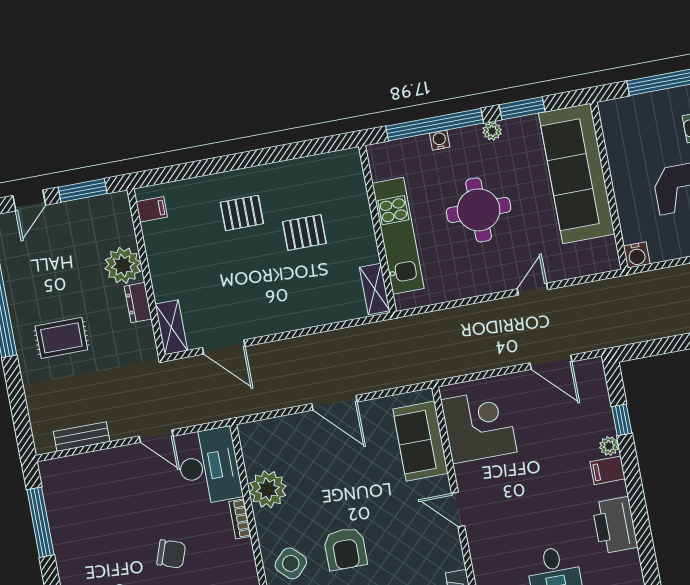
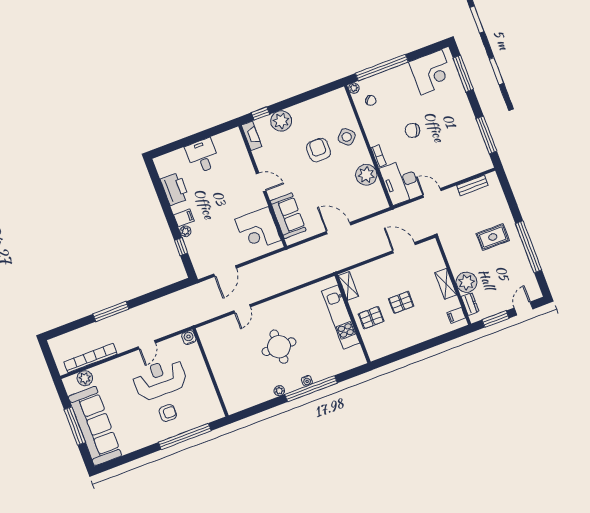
window: (522, 108) -> (265, 406), removed
sofa: (577, 173) -> (229, 376), removed
pallet: (242, 213) -> (401, 302), moved
wall: (378, 229) -> (353, 319), moved
kitchen unit: (398, 236) -> (341, 317), moved
shelving: (375, 289) -> (348, 286), moved
dresser: (138, 303) -> (470, 304), moved
shelving: (171, 327) -> (446, 284), moved
door: (551, 362) -> (225, 271), swing flipped

